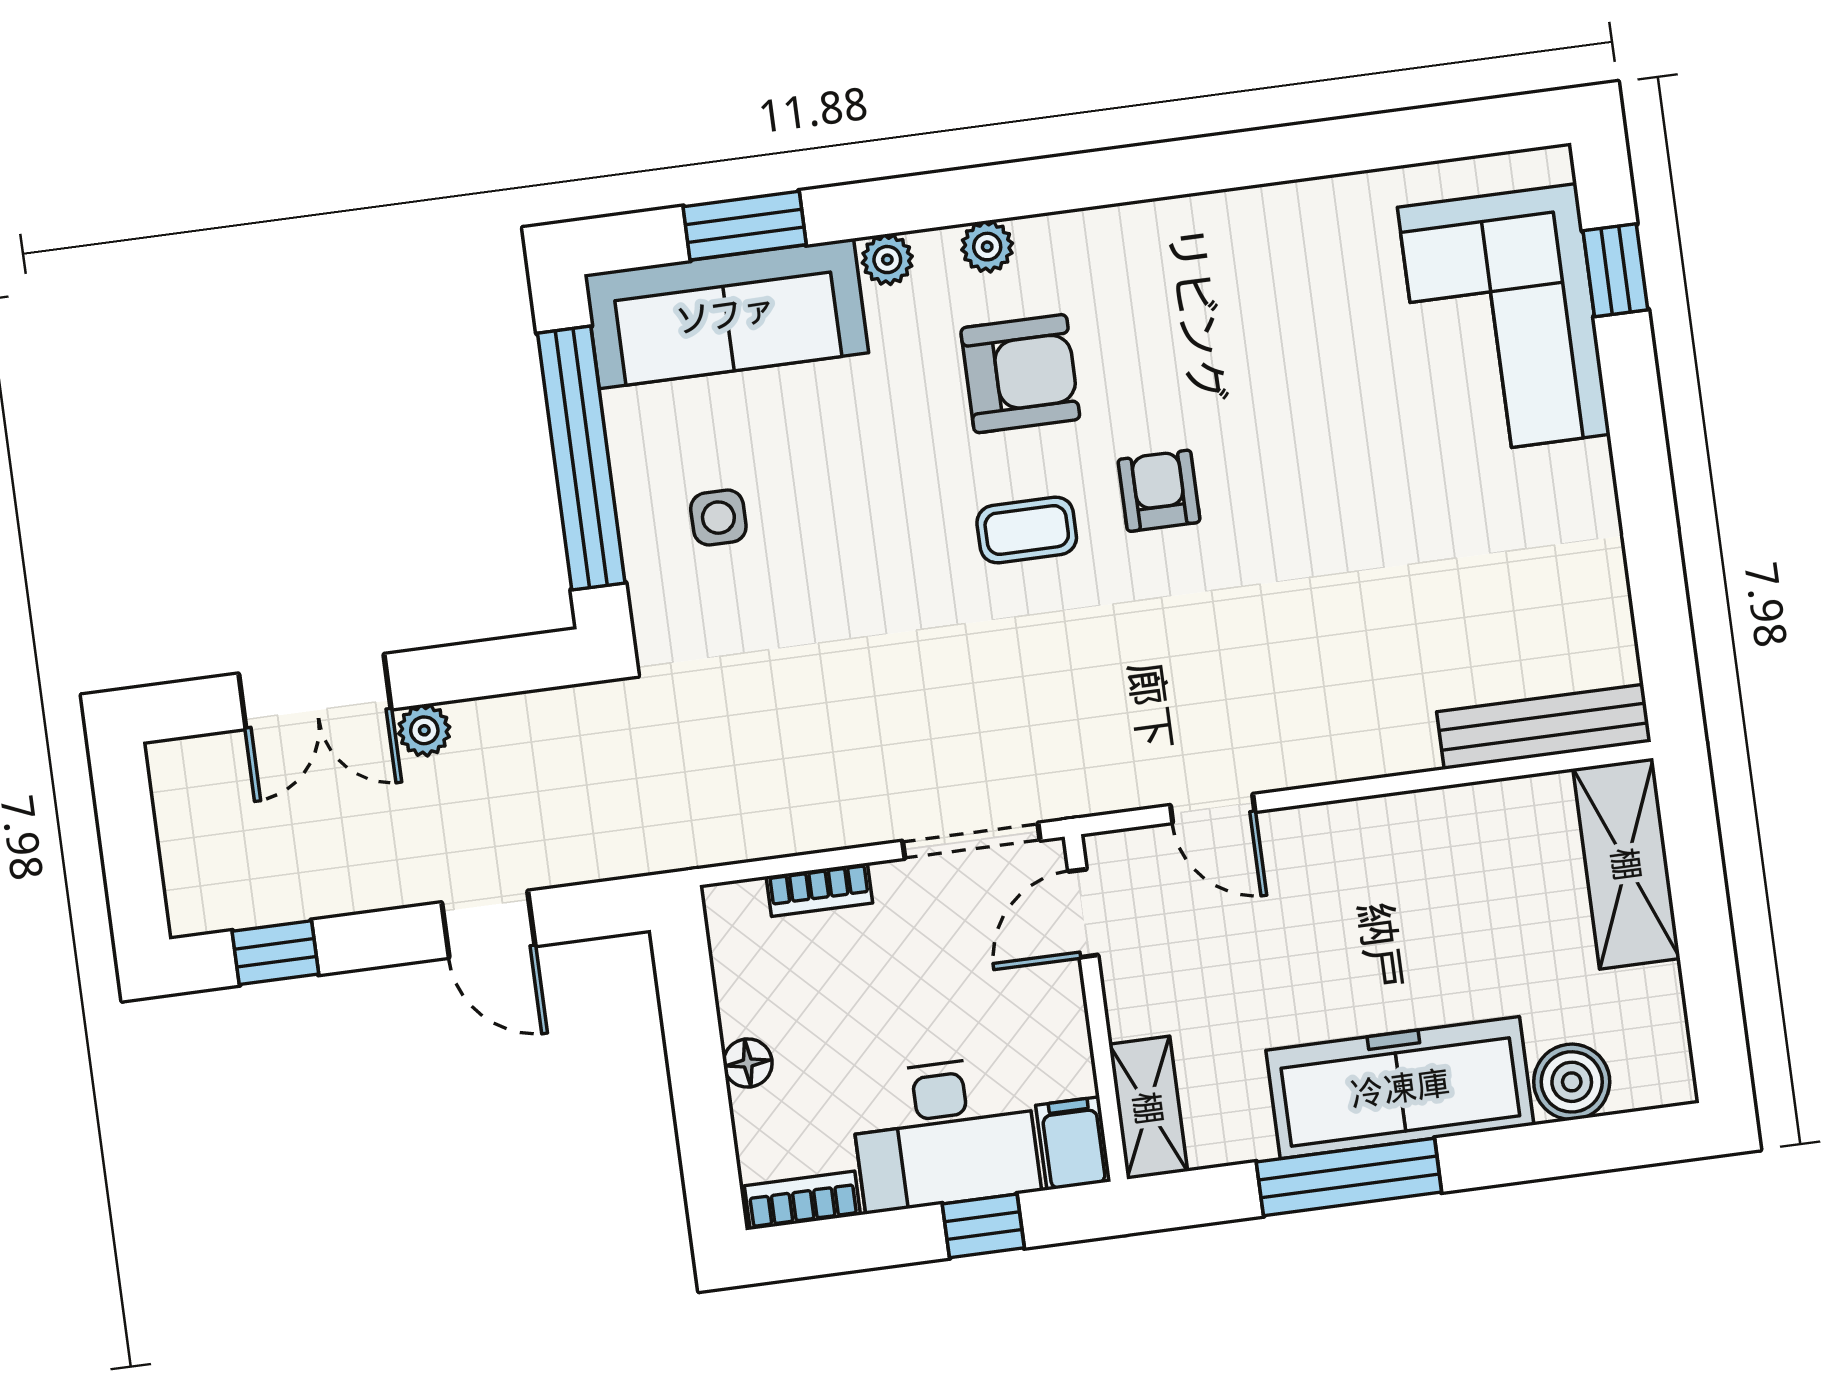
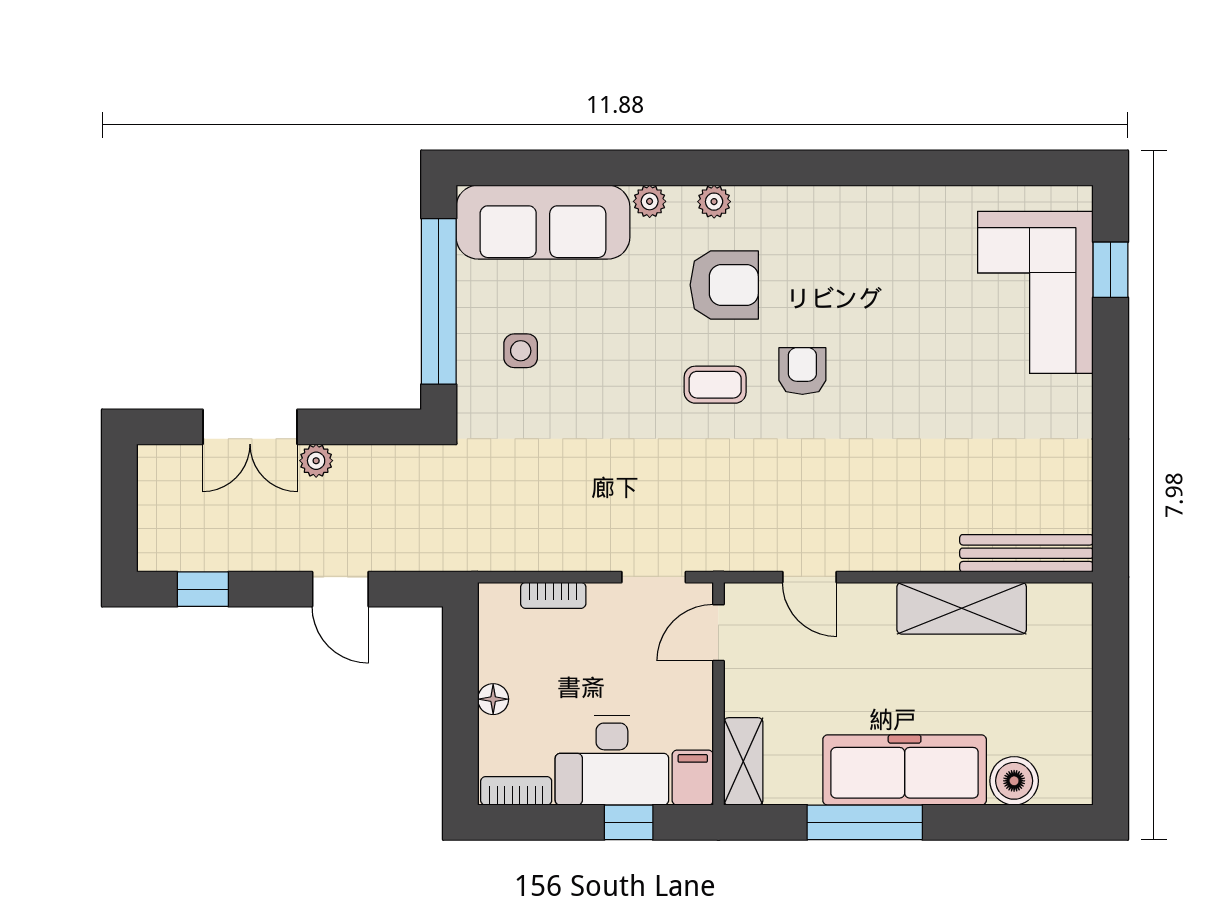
window: (745, 226) -> (562, 168), removed
doorway: (971, 841) -> (654, 577), width x0.73
shelving: (1626, 864) -> (962, 608), moved, turned 90

